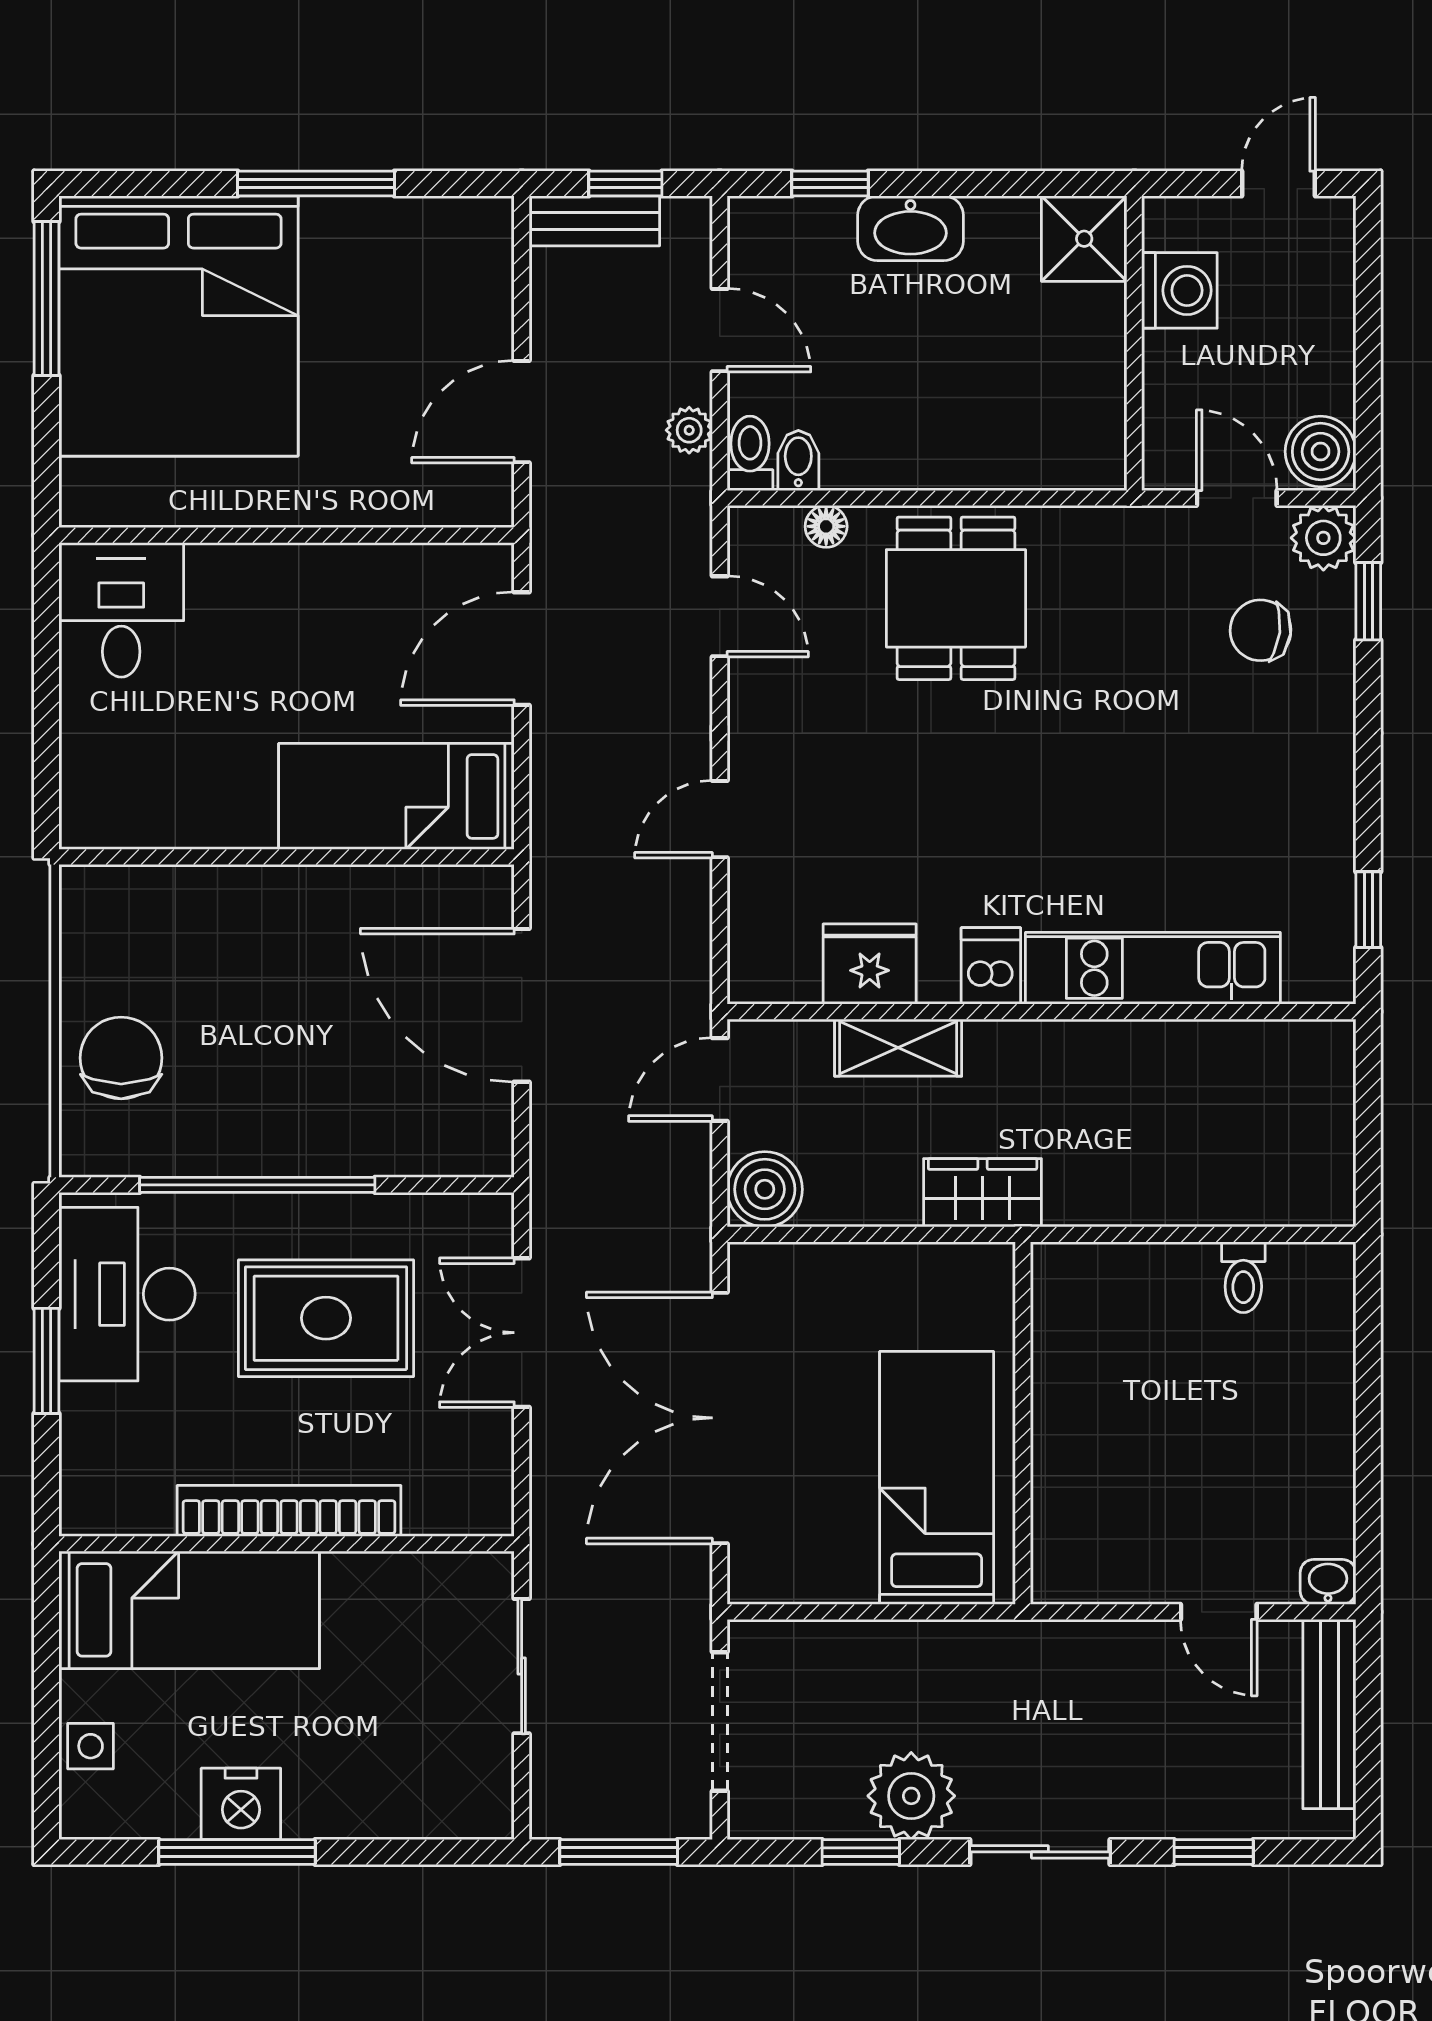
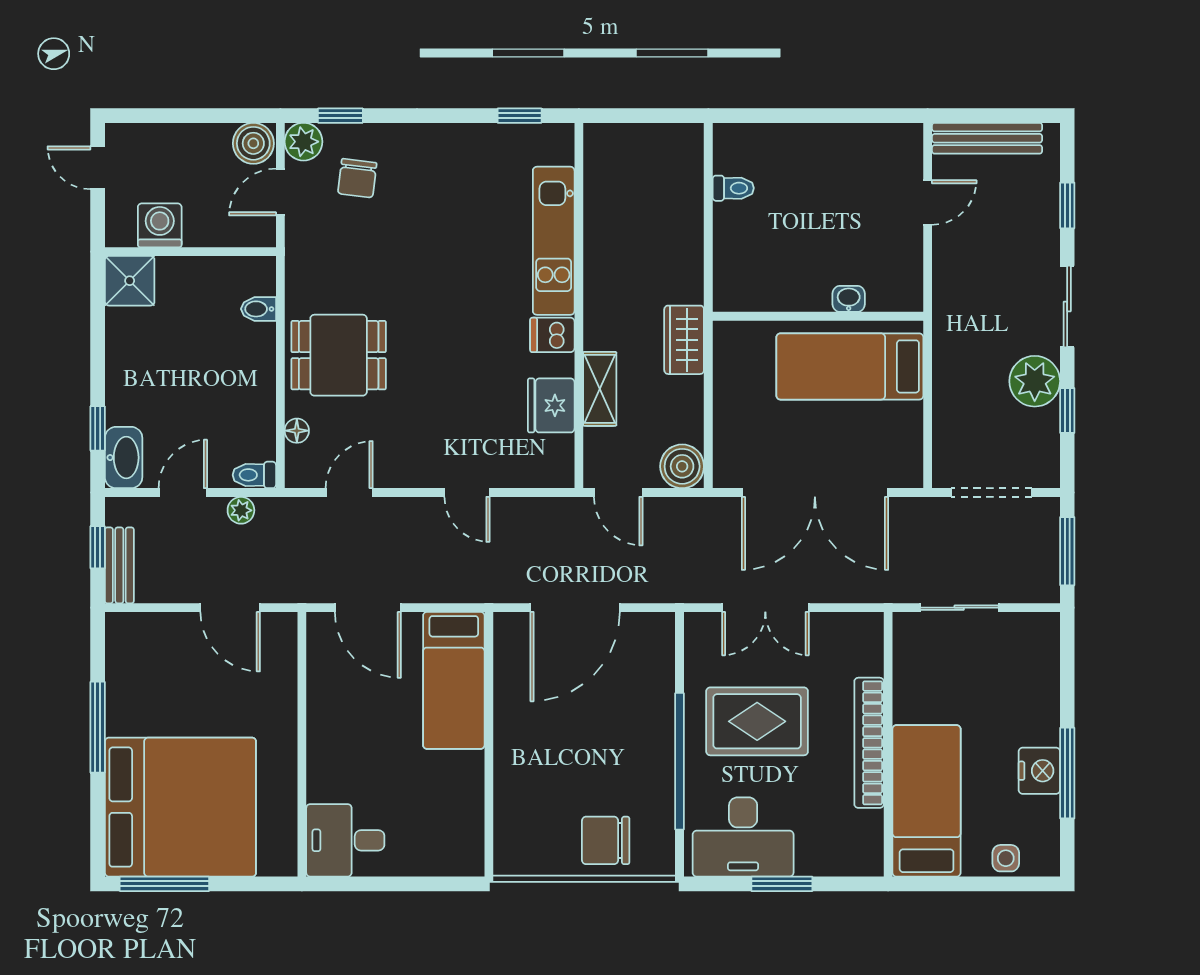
washbasin: (910, 228) -> (124, 458), moved
bidet: (798, 460) -> (259, 309), moved
rug: (326, 1318) -> (757, 721), turned 90
washbasin: (1328, 1582) -> (849, 299), moved, turned 90

